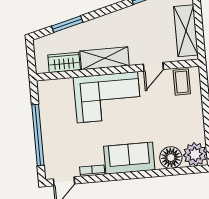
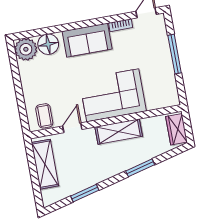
window: (67, 24) -> (140, 168), moved
wardrobe: (64, 62) -> (176, 129), moved, turned 90
window: (38, 135) -> (175, 54), width x0.68

